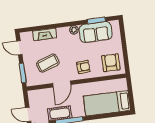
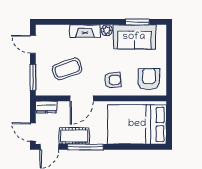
fireplace: (45, 34) -> (85, 31), moved
dresser: (36, 94) -> (46, 107), added
bed: (107, 103) -> (137, 124), width x1.50

